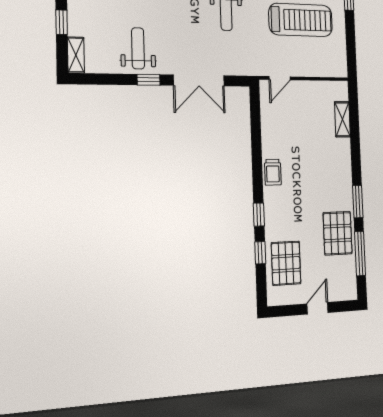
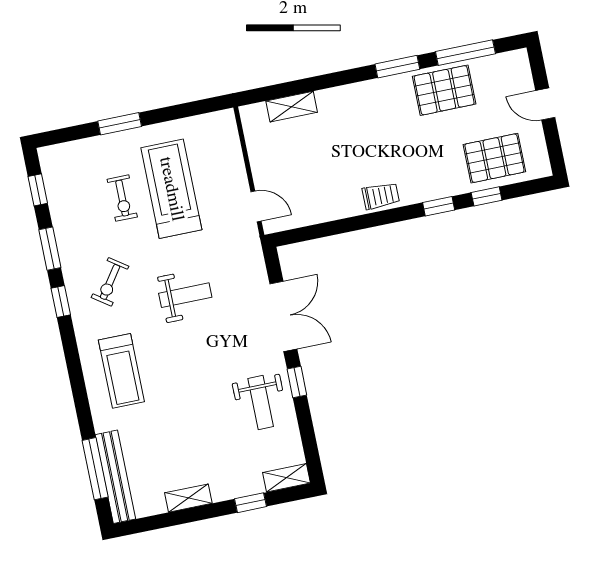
weight bench: (138, 48) -> (261, 402), turned -90

